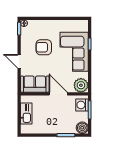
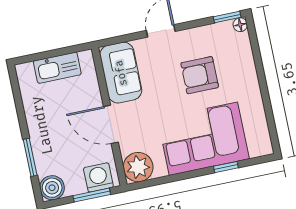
armchair: (44, 47) -> (200, 75), turned -90
door: (58, 94) -> (111, 124), swing flipped

